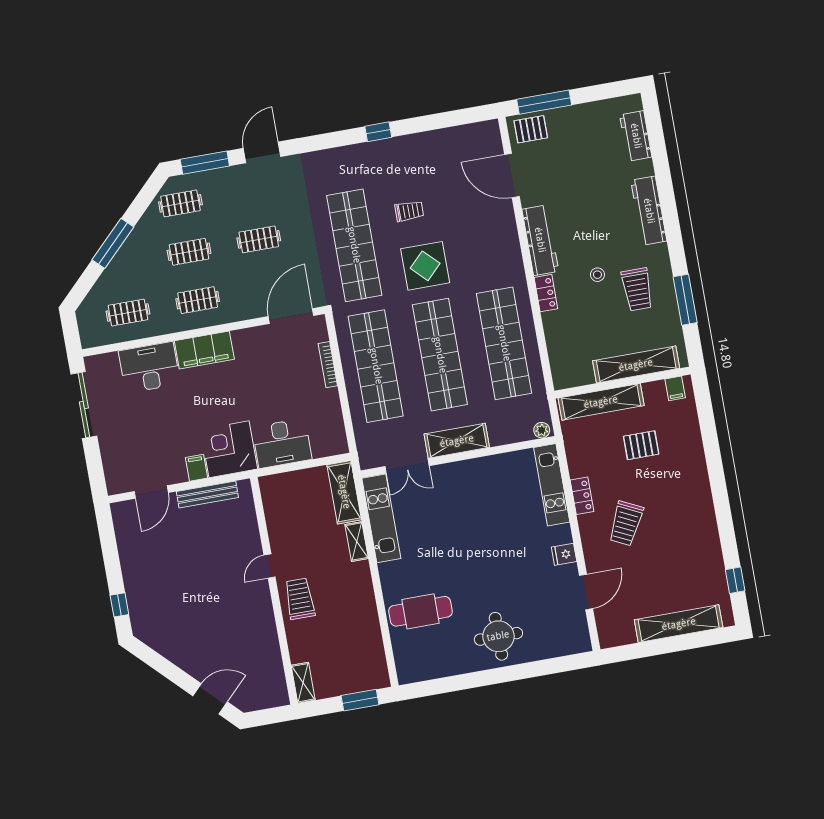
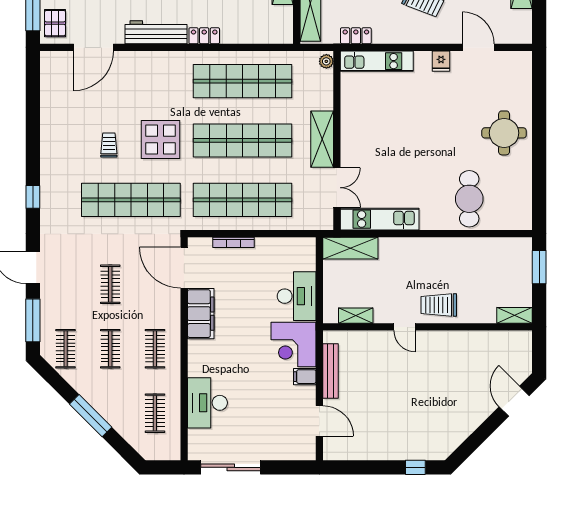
window: (378, 132) -> (33, 197), moved
filing cabinet: (204, 350) -> (201, 314), moved
locker: (582, 496) -> (356, 36), moved
shelving: (357, 542) -> (356, 316), moved

